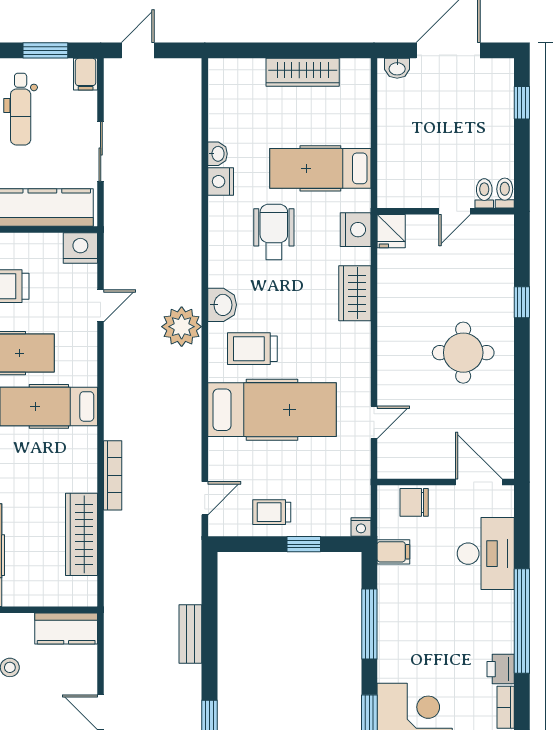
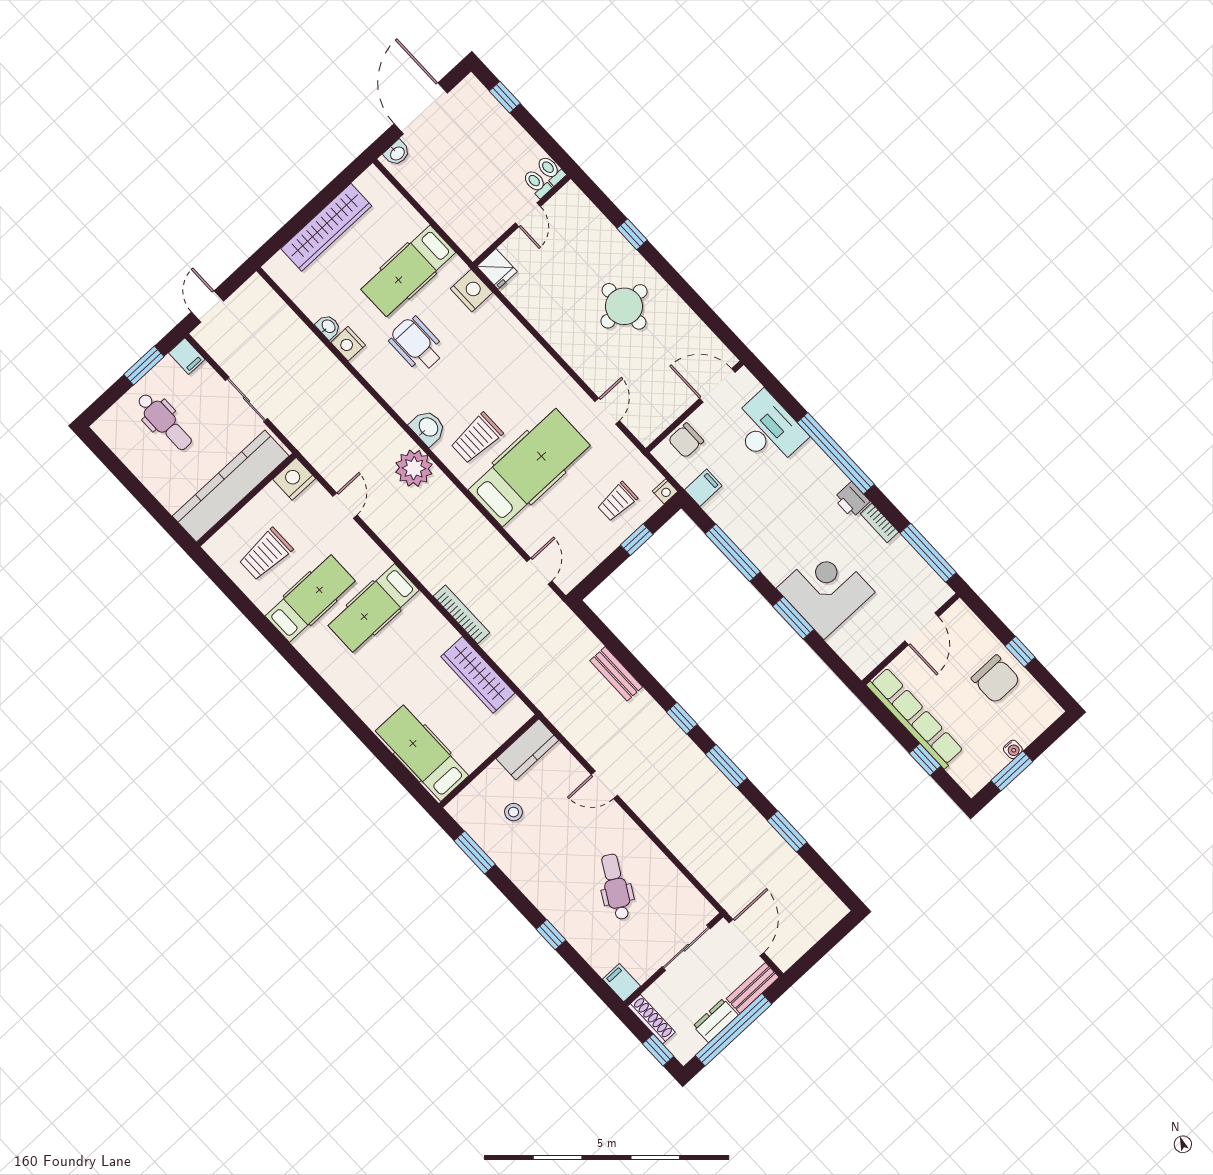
wardrobe: (303, 72) -> (326, 227), width x1.40, depth x1.17
wardrobe: (355, 293) -> (512, 335), removed
trolley: (272, 512) -> (617, 502), moved

